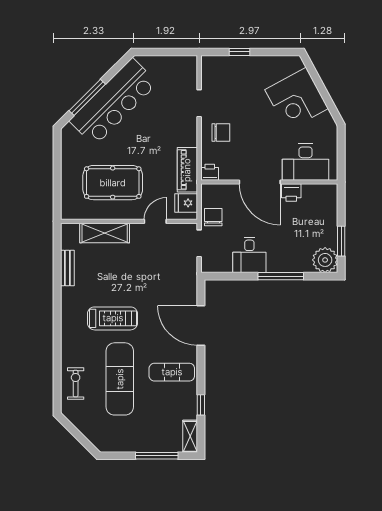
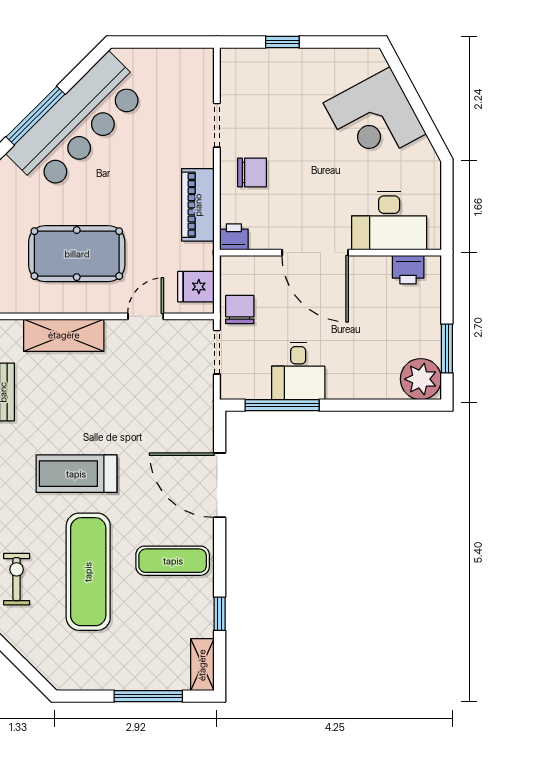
piano: (187, 170) -> (198, 205), moved
printer: (291, 192) -> (408, 270), moved
window: (281, 276) -> (282, 405), moved
treadmill: (113, 318) -> (76, 474), turned 180

